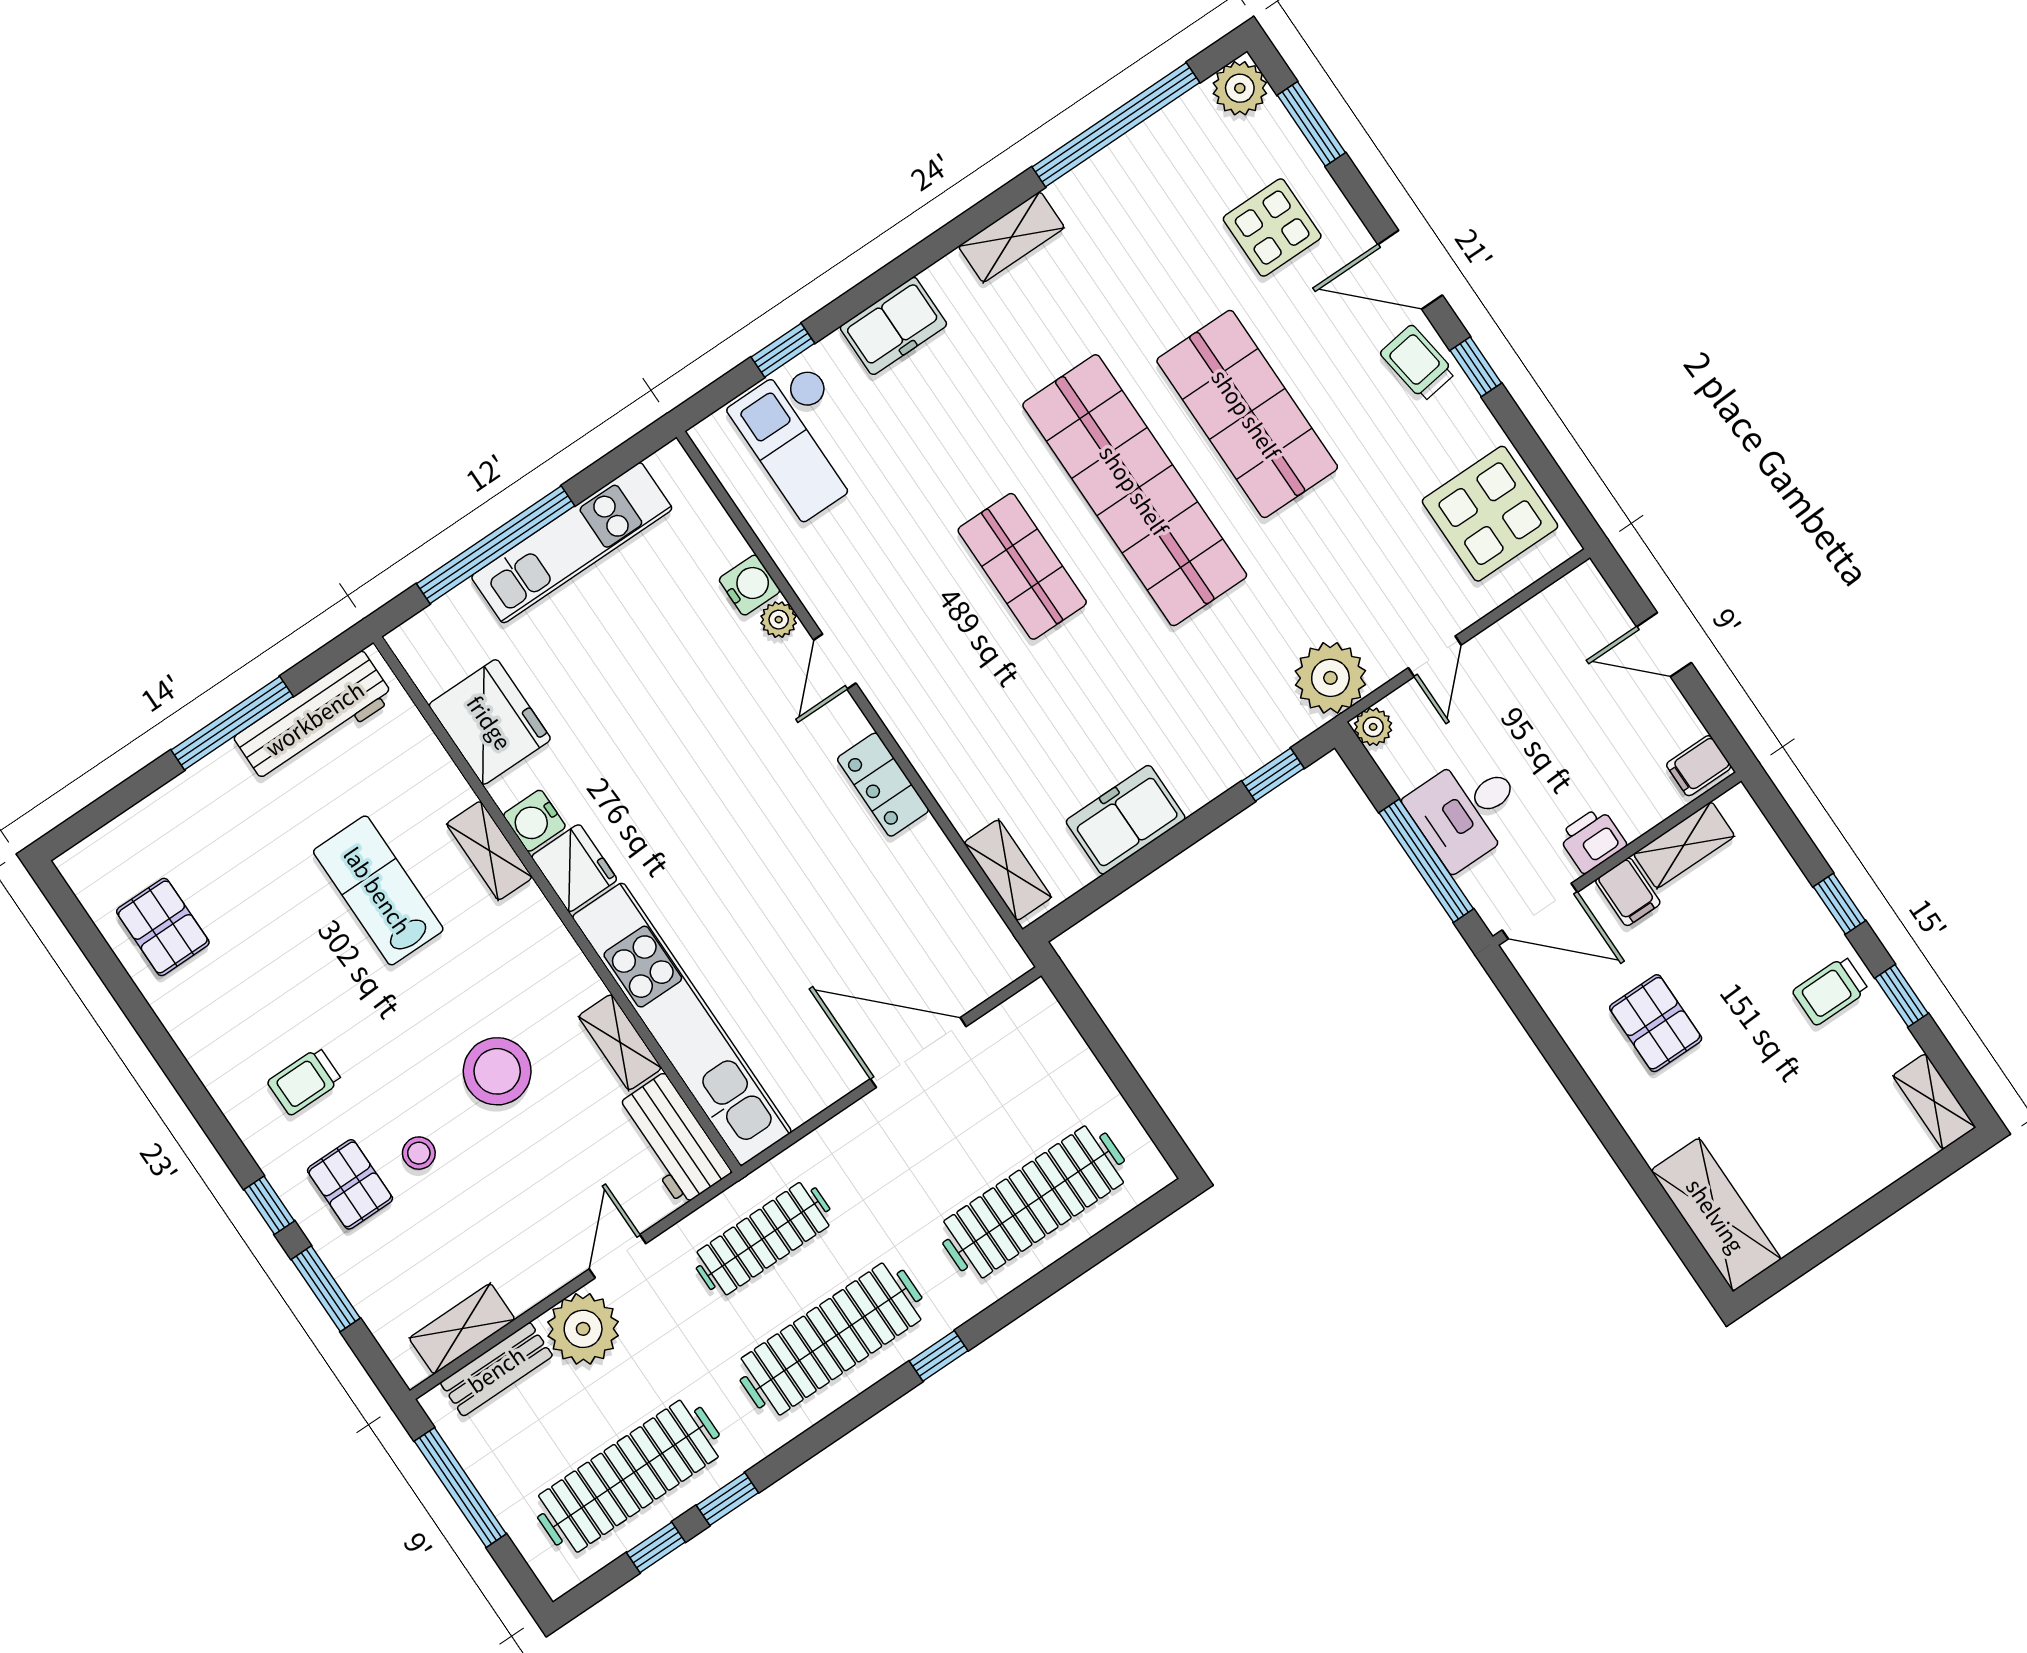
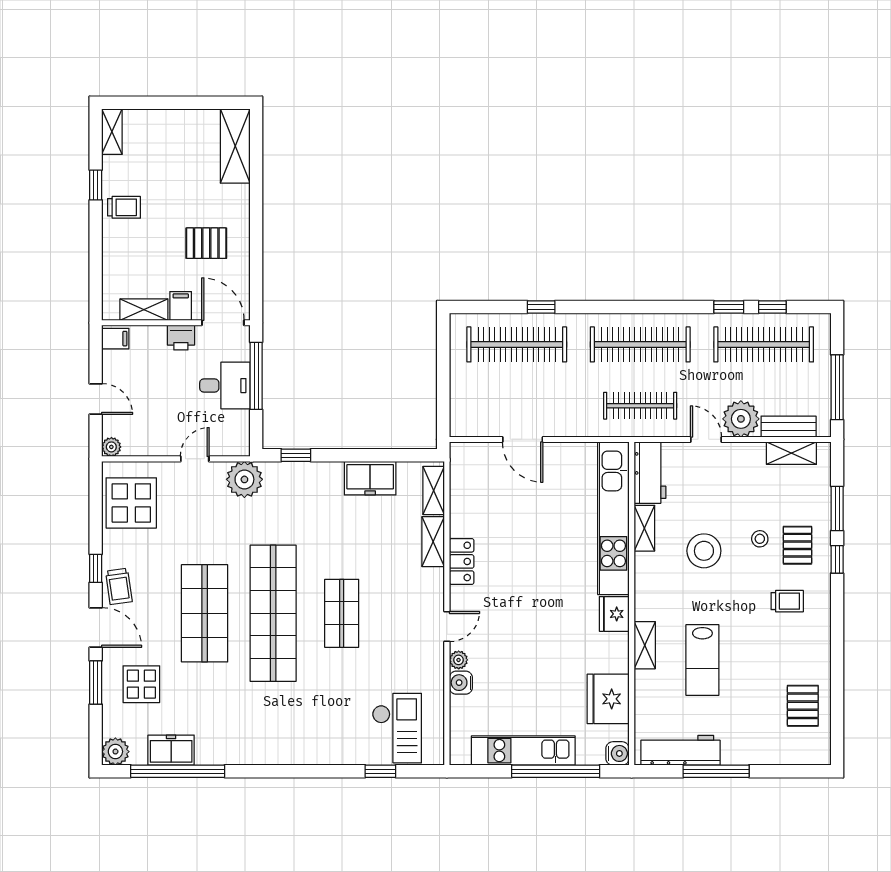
window: (1311, 124) -> (96, 683), moved
shelving: (1011, 237) -> (433, 542), moved, turned 90
freezer: (893, 326) -> (171, 750), moved
plant: (1373, 727) -> (111, 447), moved
water cooler: (534, 821) -> (617, 753), moved
window: (1839, 904) -> (96, 241), removed
pallet: (1656, 1023) -> (206, 243), turned 90
door: (918, 1053) -> (523, 439), width x0.73
door: (617, 1256) -> (706, 439), swing flipped
window: (939, 1356) -> (541, 307), moved

